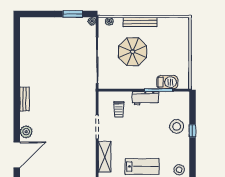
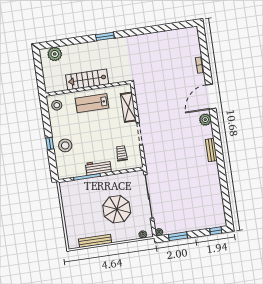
window: (32, 14) -> (216, 231), added
bench: (140, 22) -> (95, 241), moved
barbecue: (167, 82) -> (80, 186), removed

